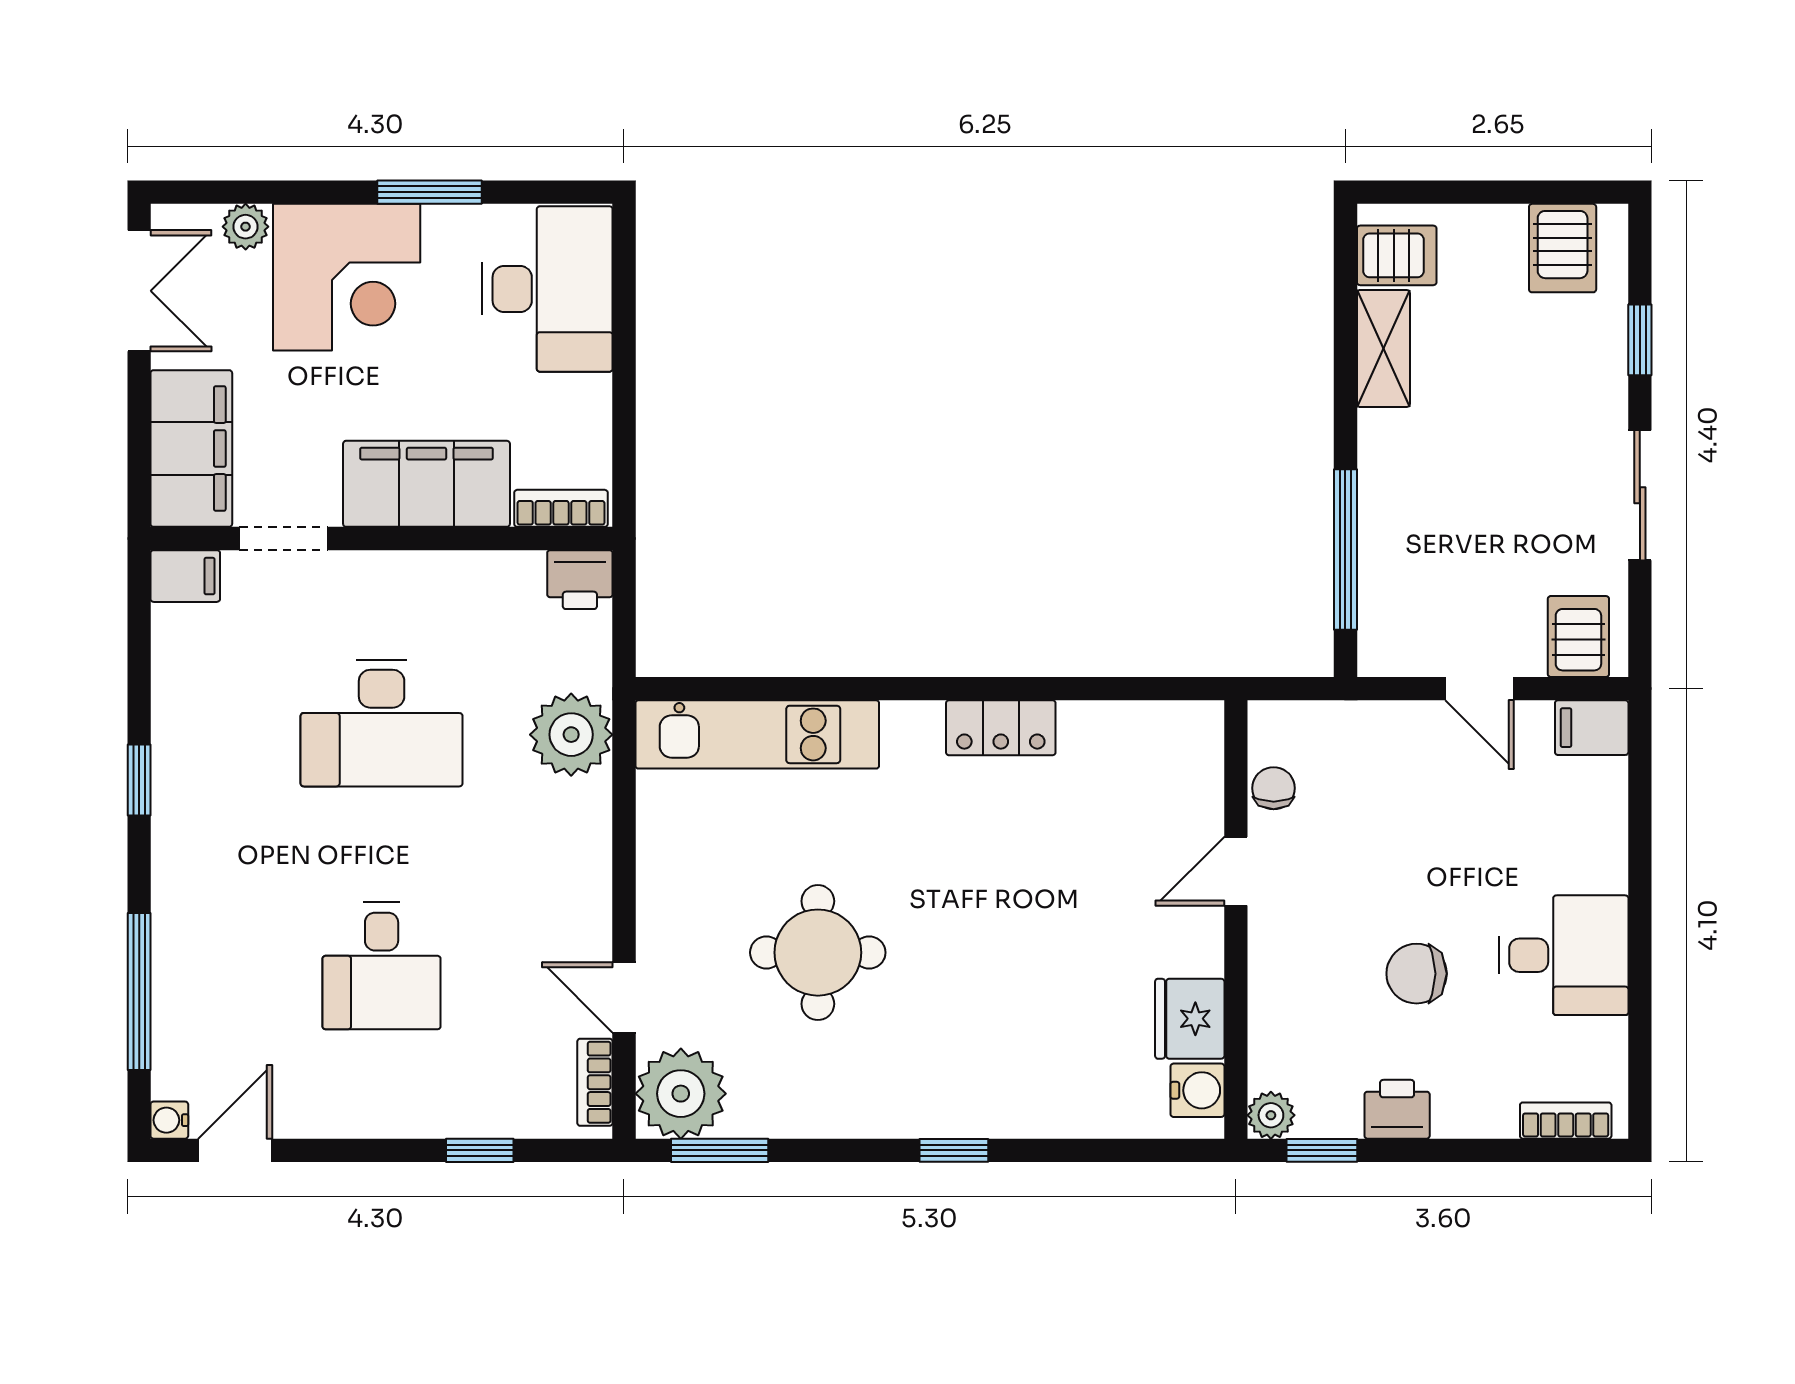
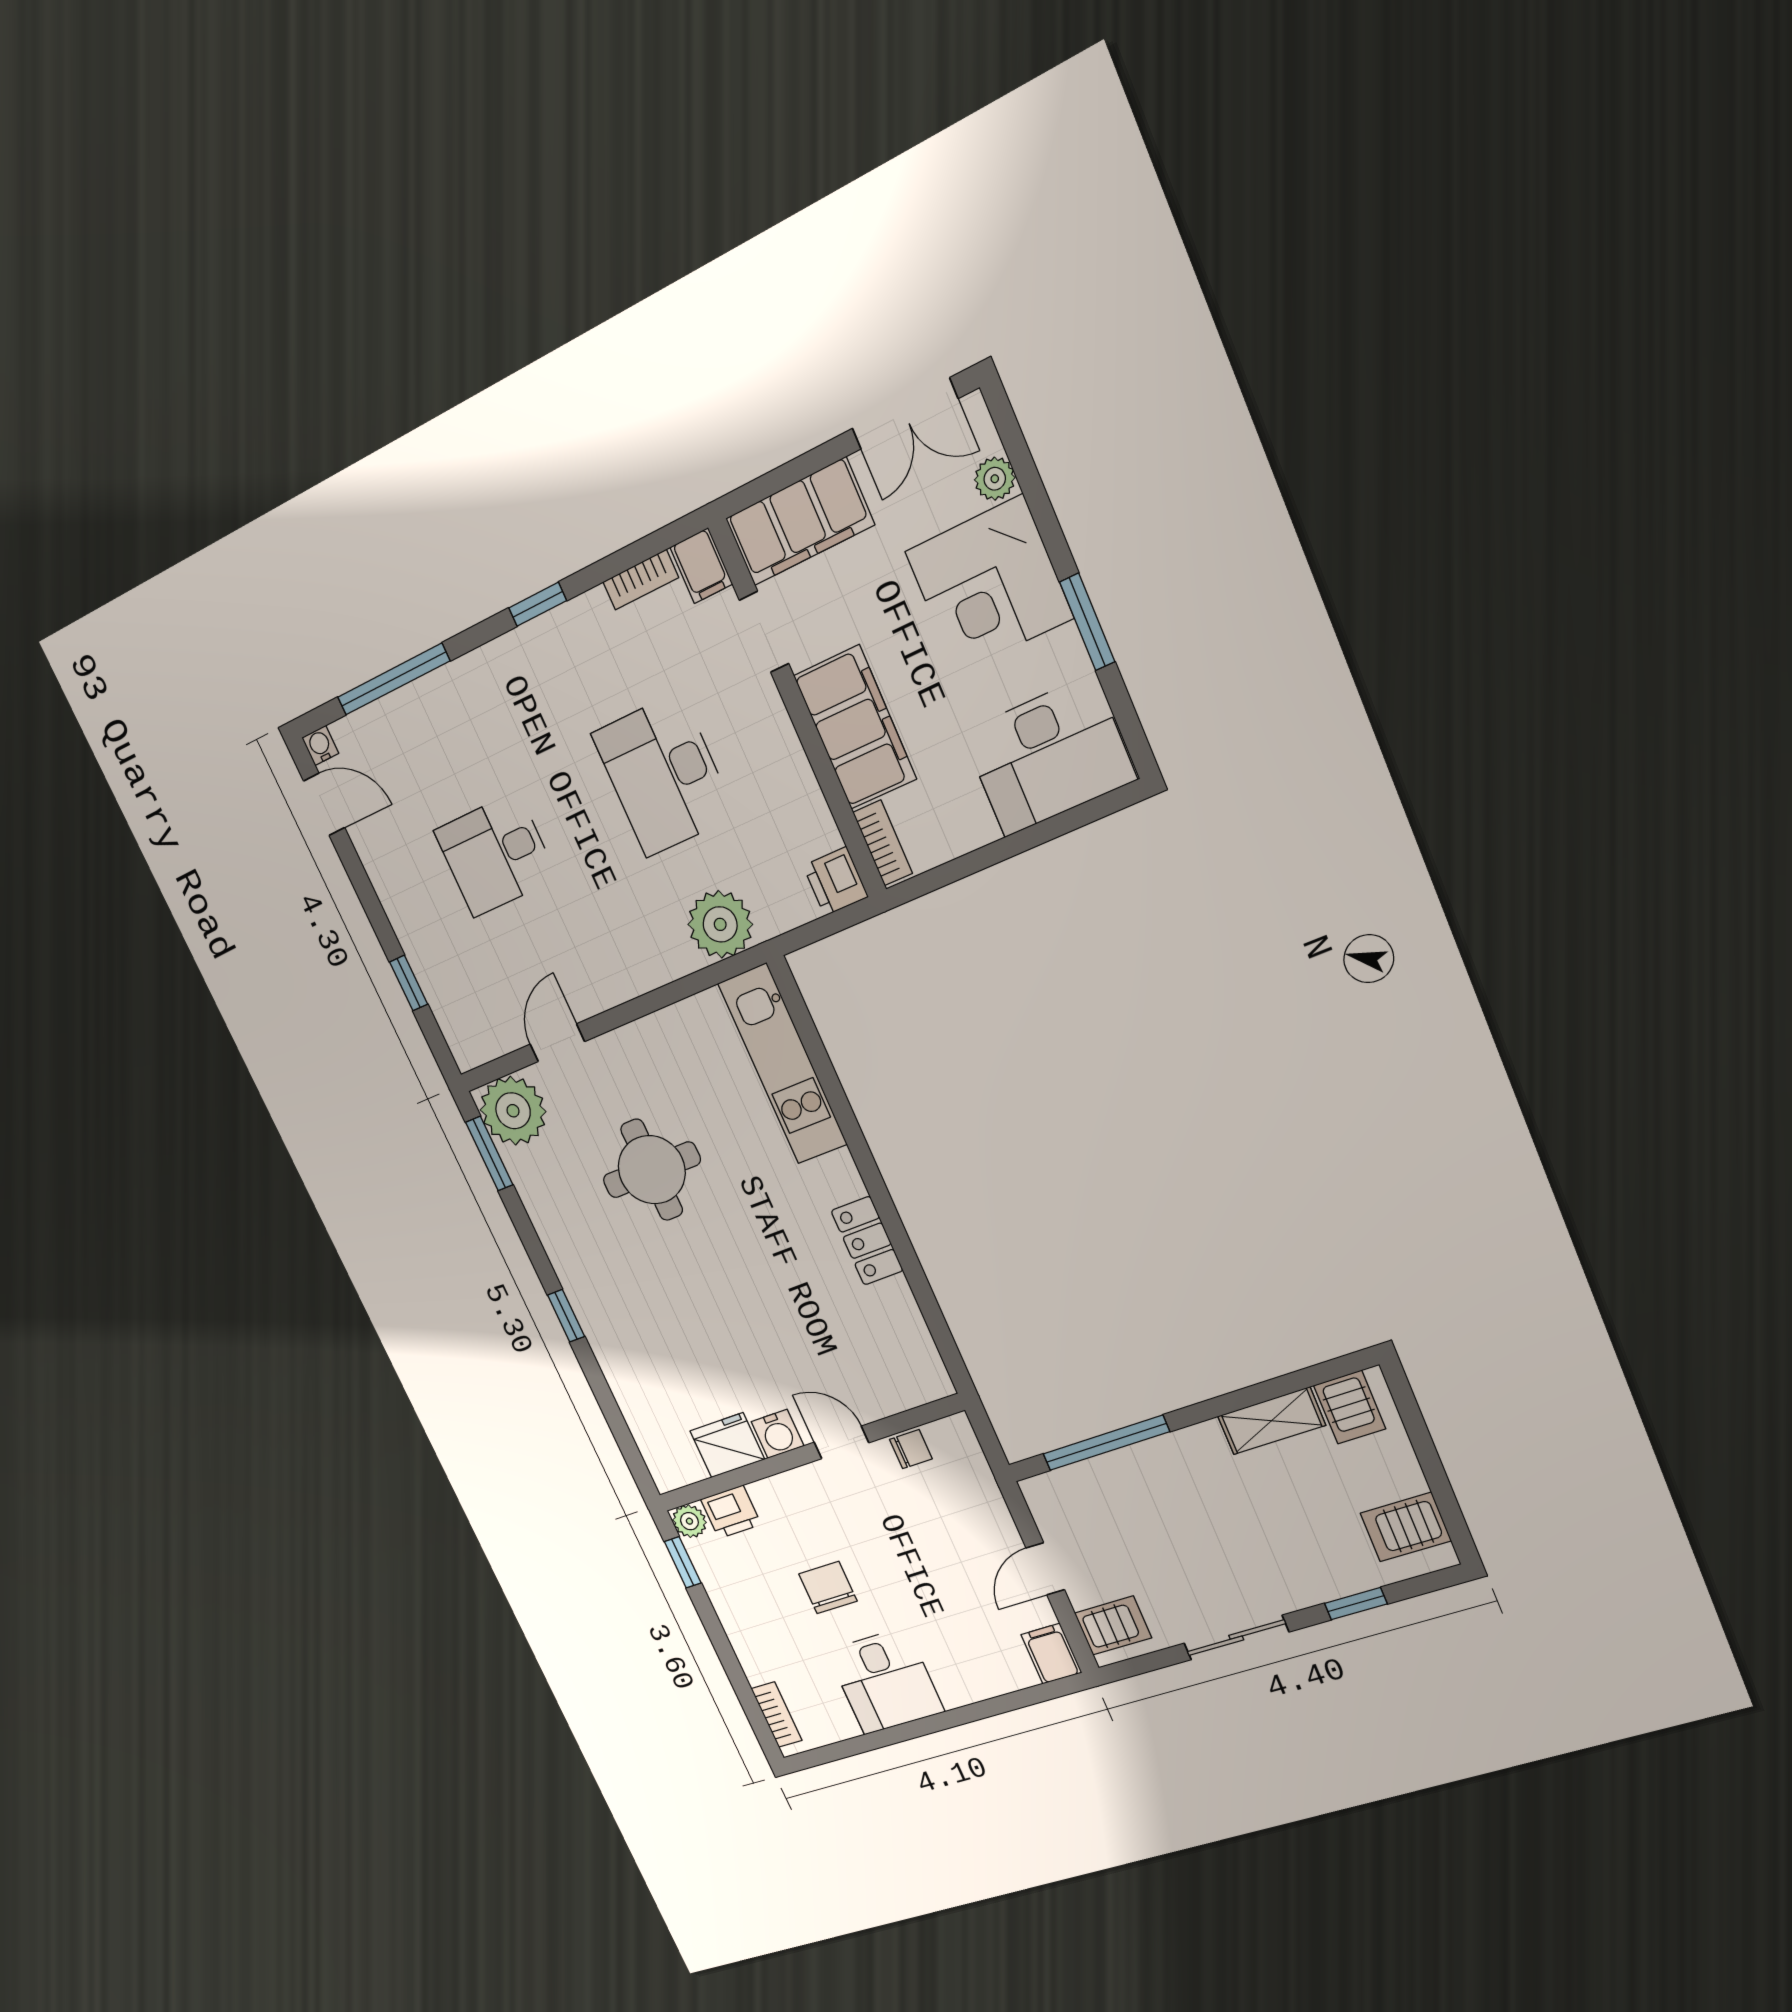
bookcase: (595, 1082) -> (641, 580), moved, turned 180
water cooler: (1197, 1090) -> (778, 1434), moved
printer: (1397, 1109) -> (731, 1512), moved, turned 90

